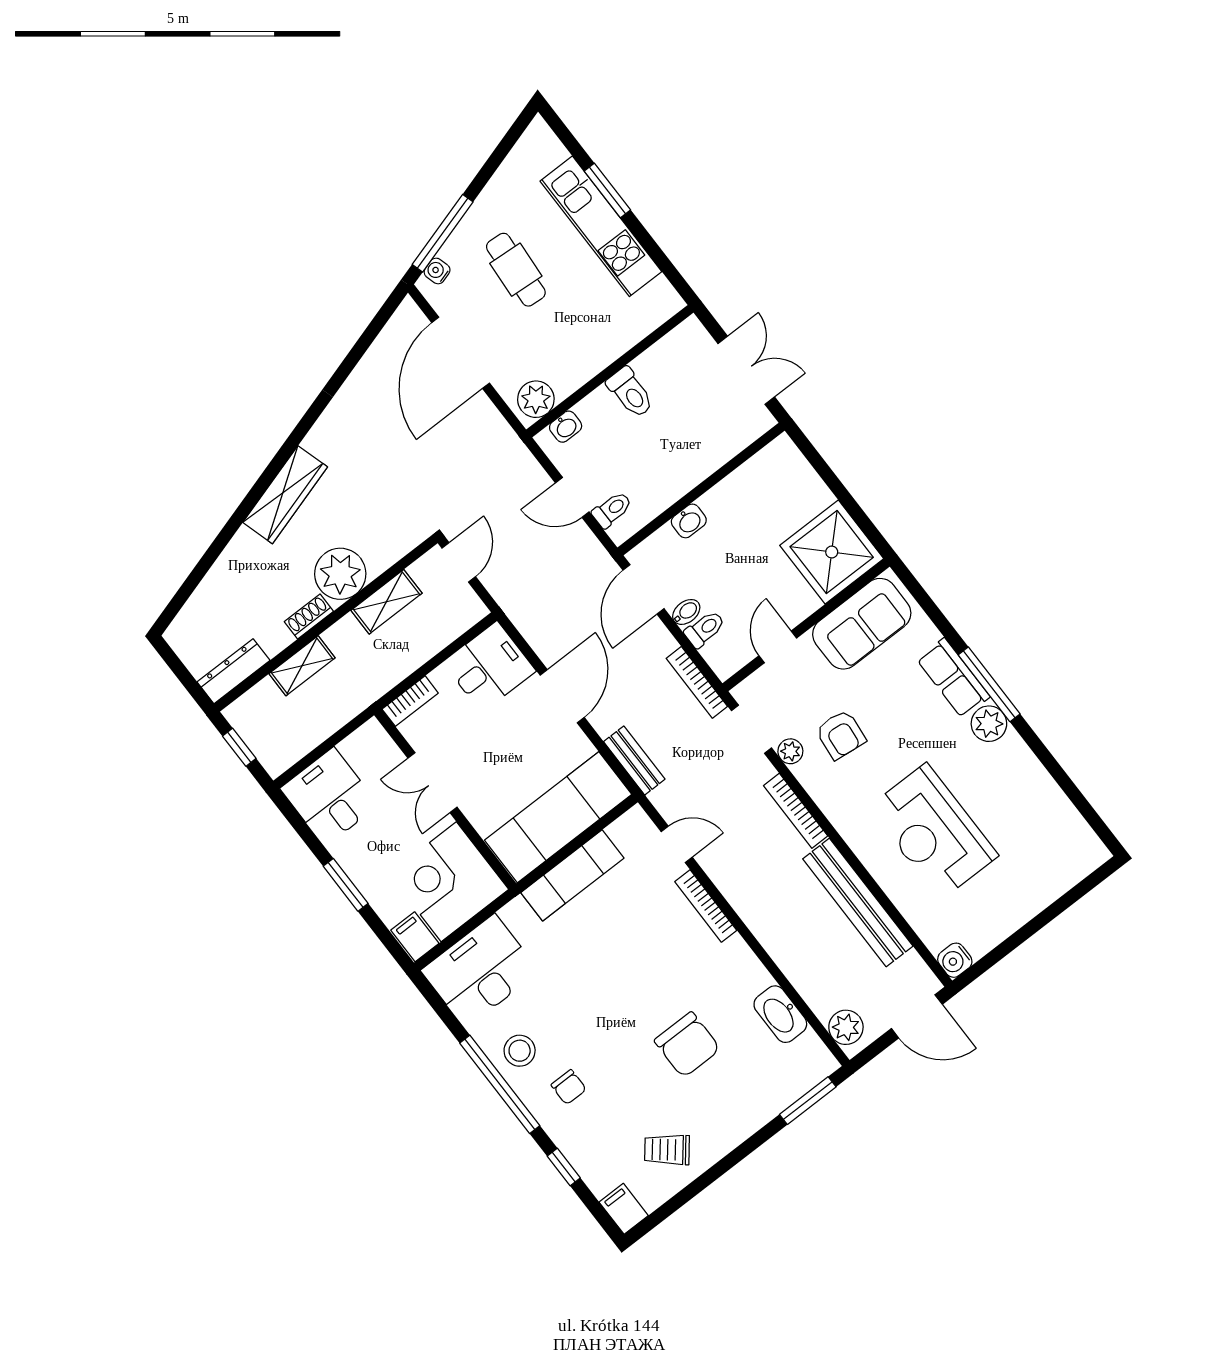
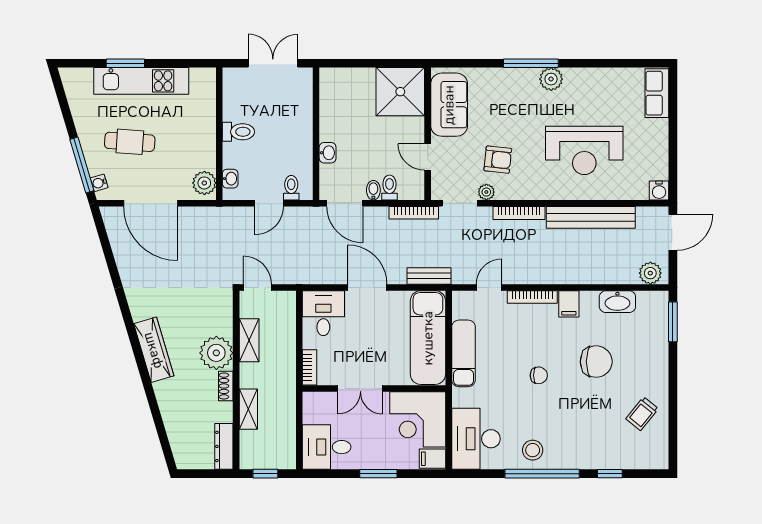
row of seats: (953, 678) -> (657, 93), moved, turned 90
chair: (569, 1087) -> (539, 375), moved
filing cabinet: (624, 1209) -> (569, 304), moved, turned -90

